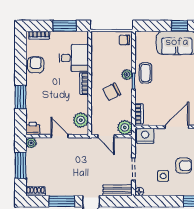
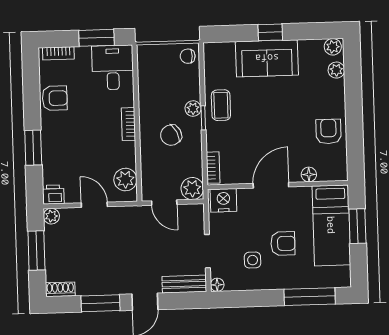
desk: (74, 58) -> (113, 67), moved, turned -90
armchair: (36, 65) -> (55, 98), turned 90

